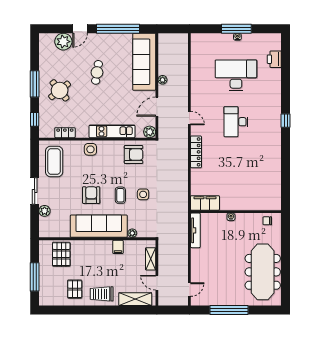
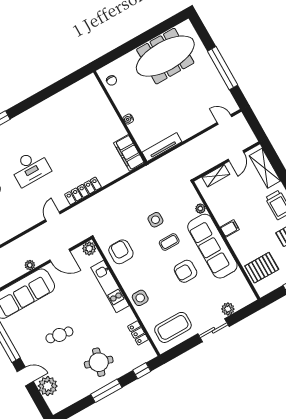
round table: (60, 90) -> (99, 362), turned -34
filing cabinet: (118, 247) -> (230, 228), moved

